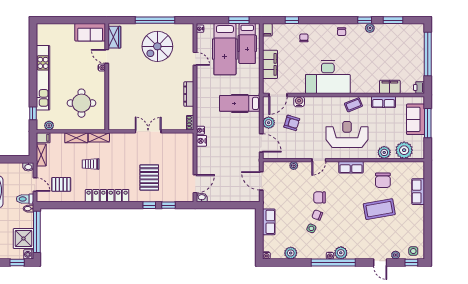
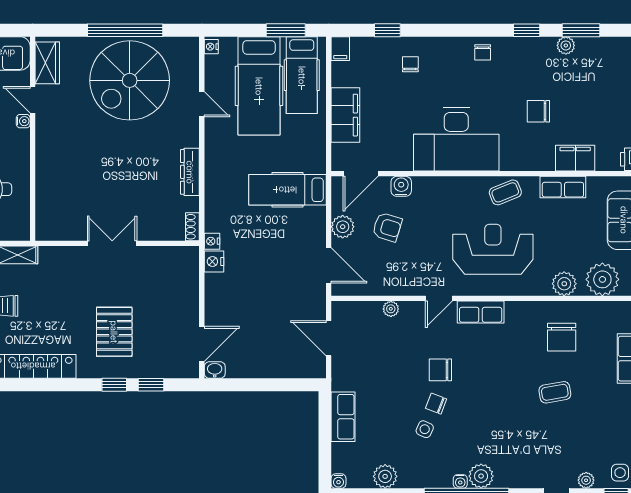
plant: (370, 28) -> (566, 45), moved
spiral stairs: (157, 46) -> (130, 80), width x1.37, depth x1.37
chair: (371, 62) -> (538, 111), added
row of seats: (351, 167) -> (481, 312), moved
coffee table: (379, 209) -> (555, 392), width x0.54, depth x0.58

